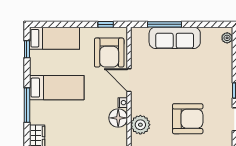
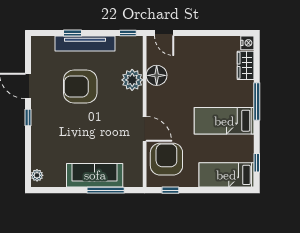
nightstand: (123, 103) -> (152, 104), removed
floor lamp: (118, 118) -> (157, 75), moved

